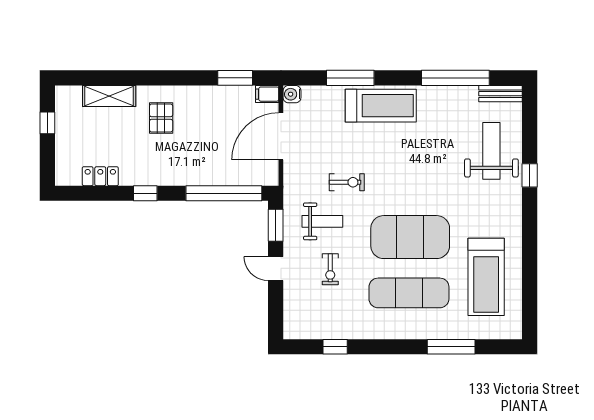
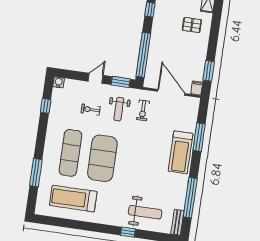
water cooler: (292, 94) -> (59, 82), moved
exercise bike: (347, 182) -> (143, 110), moved

